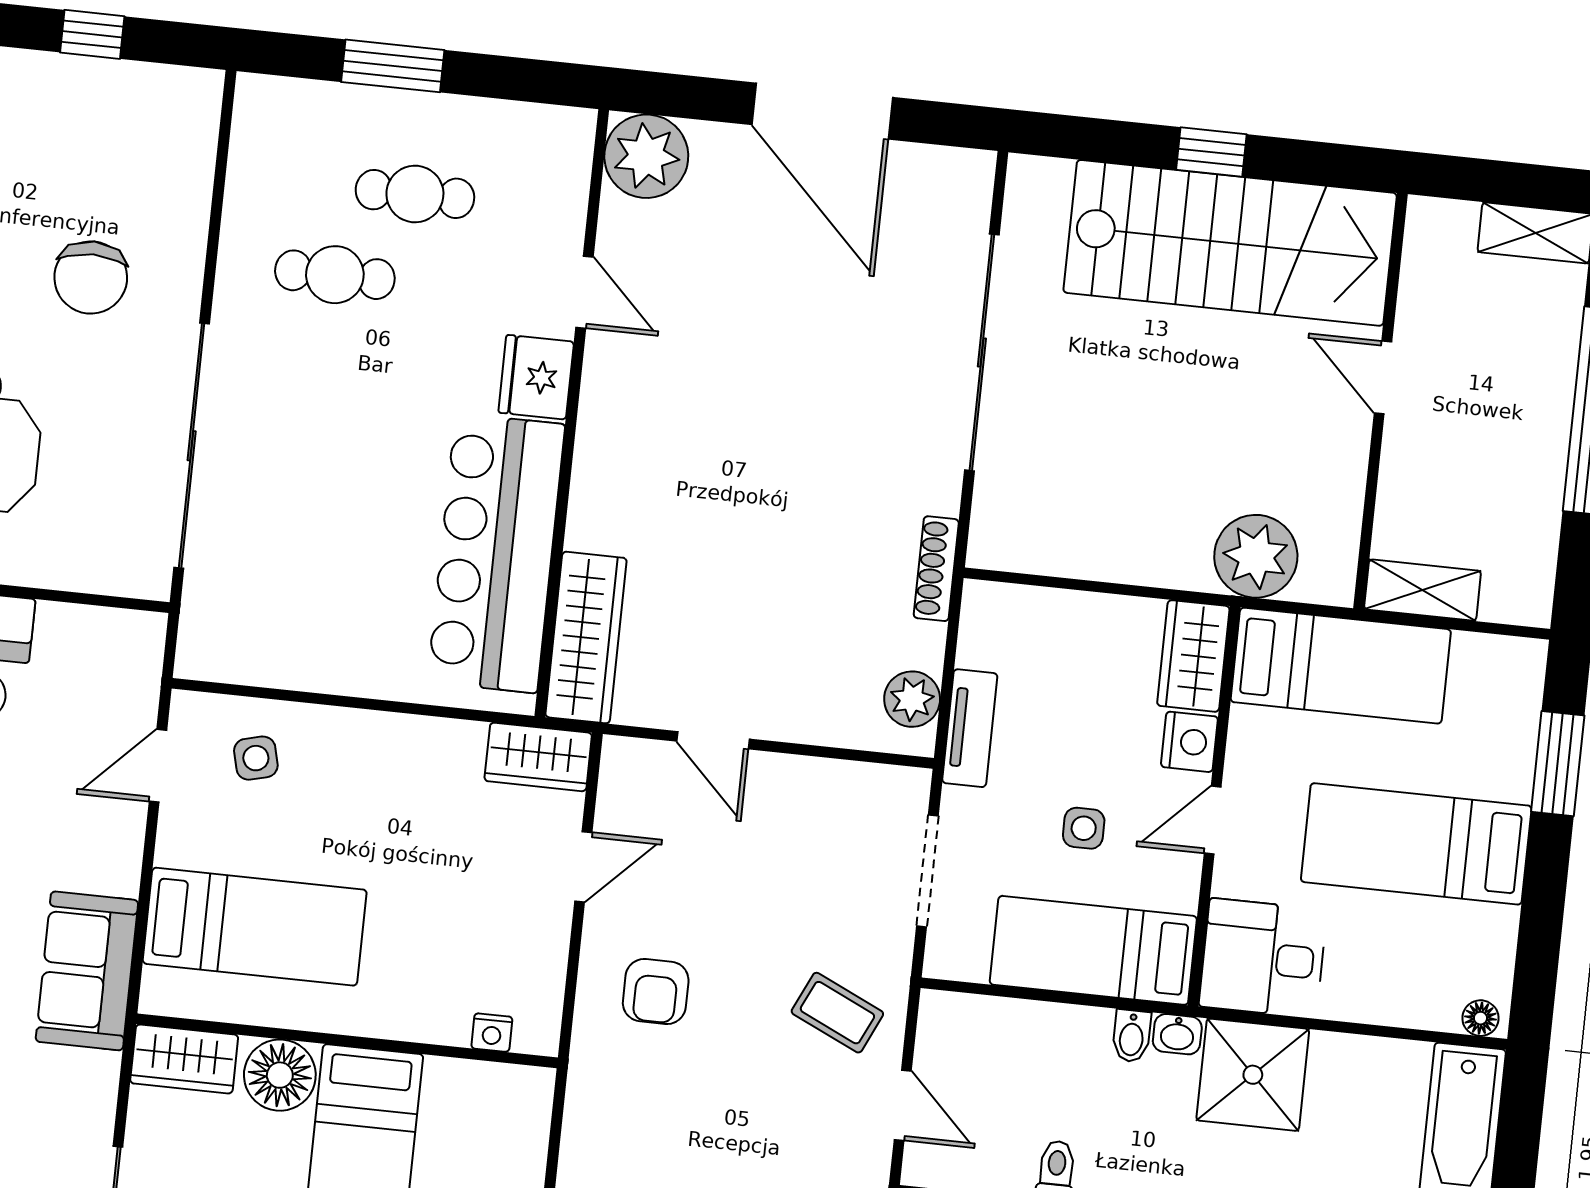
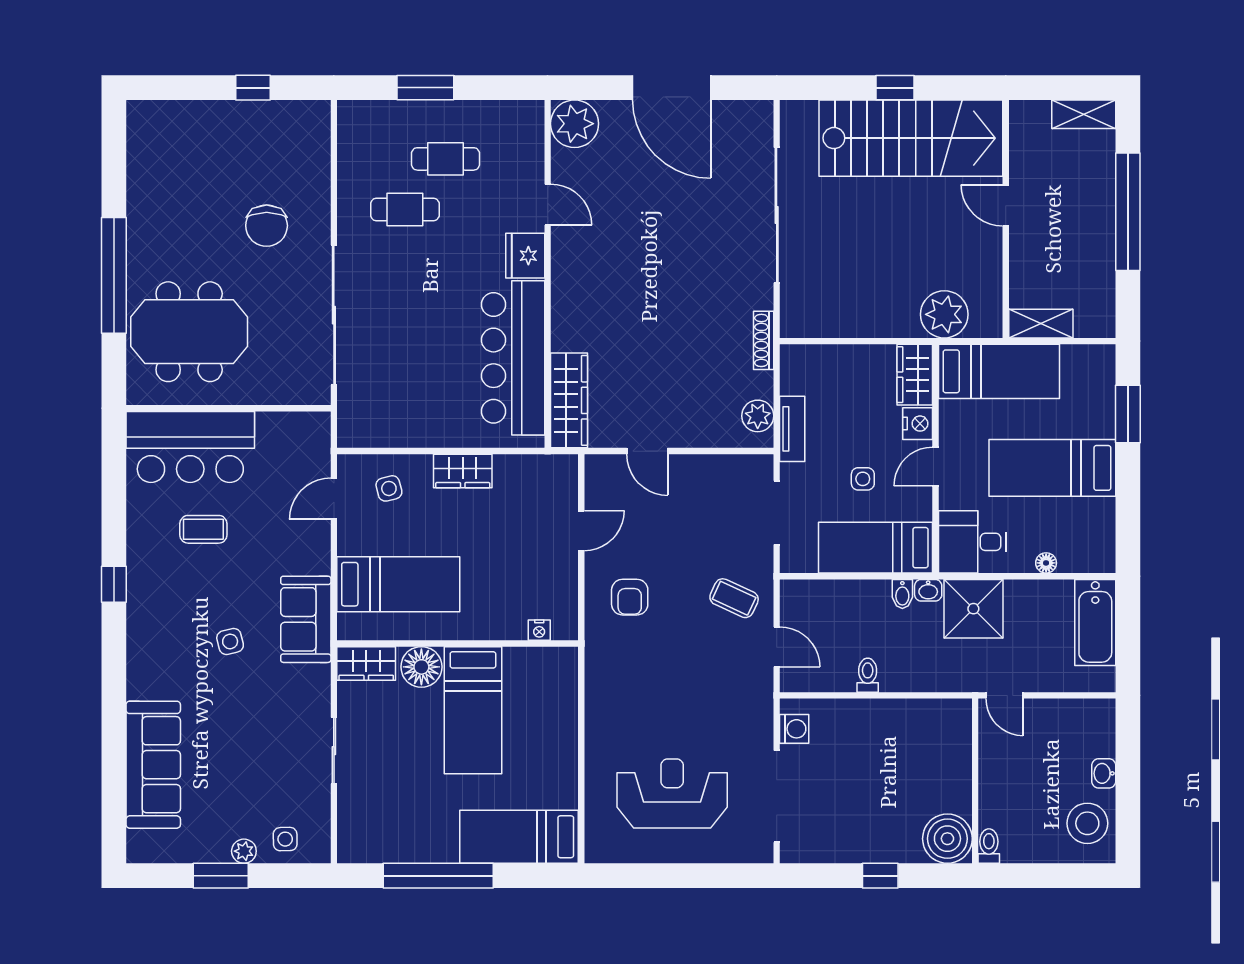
wardrobe: (538, 757) -> (463, 471), moved
floor lamp: (1480, 1018) -> (1046, 563), moved

